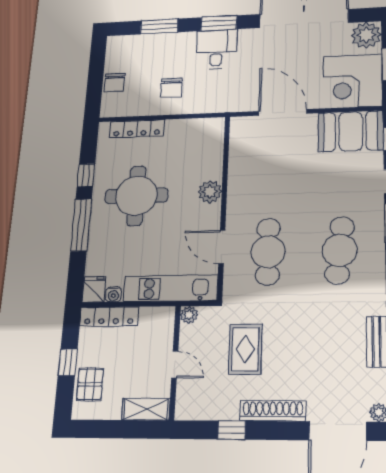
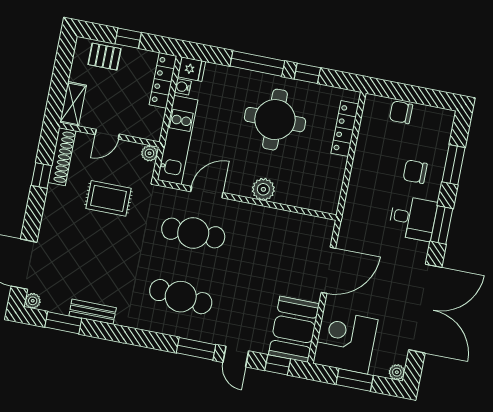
plant: (366, 35) -> (397, 372), width x0.53, depth x0.53
chair: (171, 88) -> (415, 172), moved
shoe rack: (273, 411) -> (62, 157), moved

